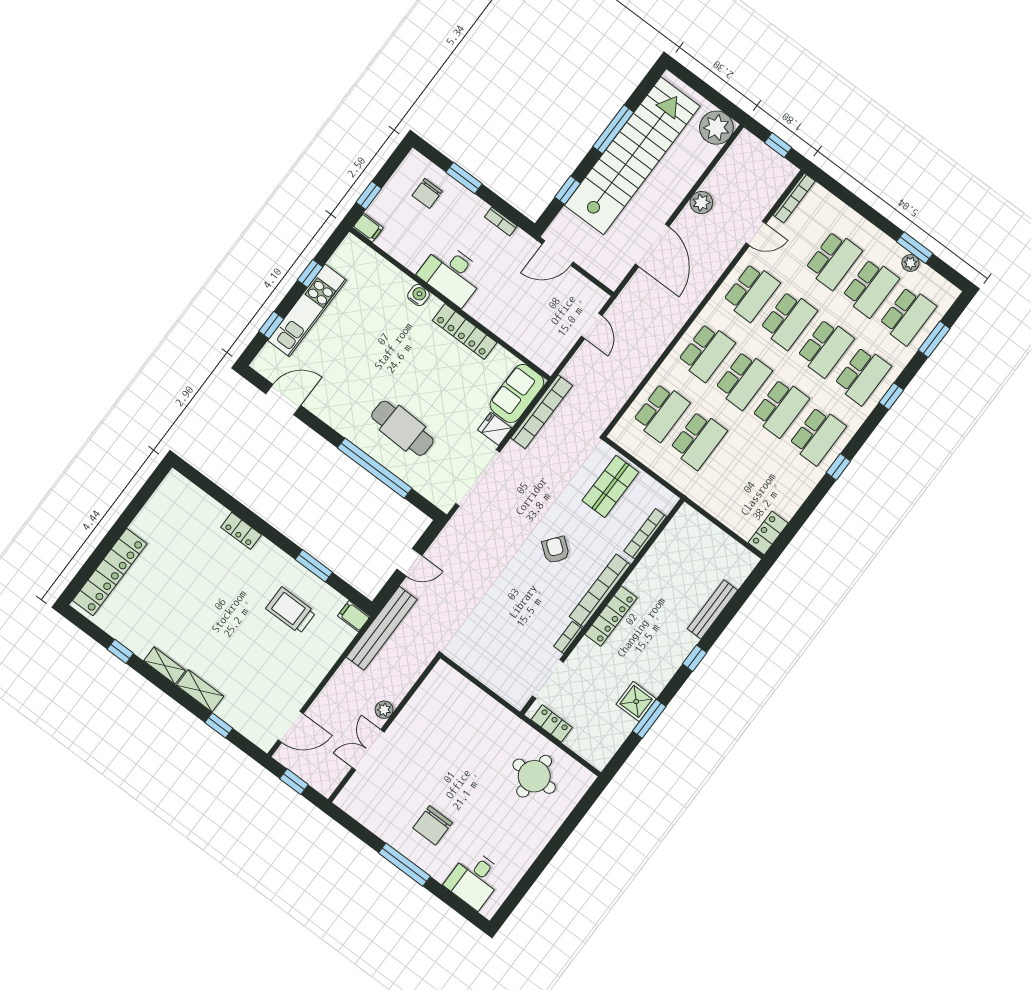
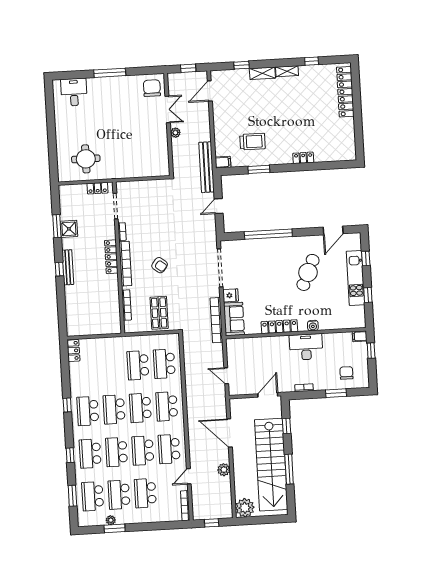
cafe table: (402, 428) -> (308, 272), moved, turned -68
bench: (713, 610) -> (68, 267), moved
chair: (433, 825) -> (152, 88), moved

